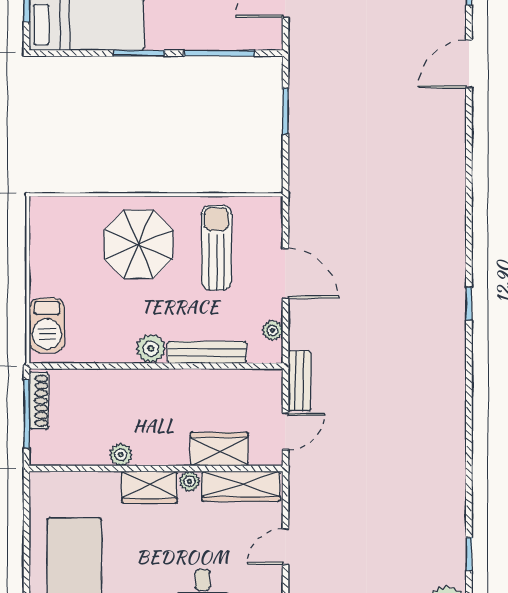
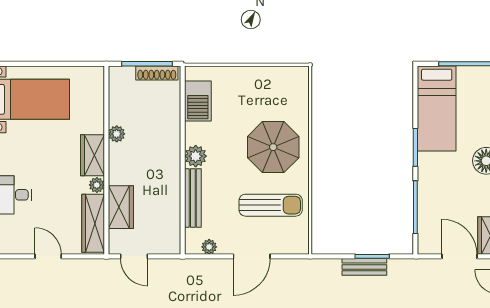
barbecue: (47, 325) -> (198, 101), moved, turned -90
bench: (300, 381) -> (364, 267), moved

